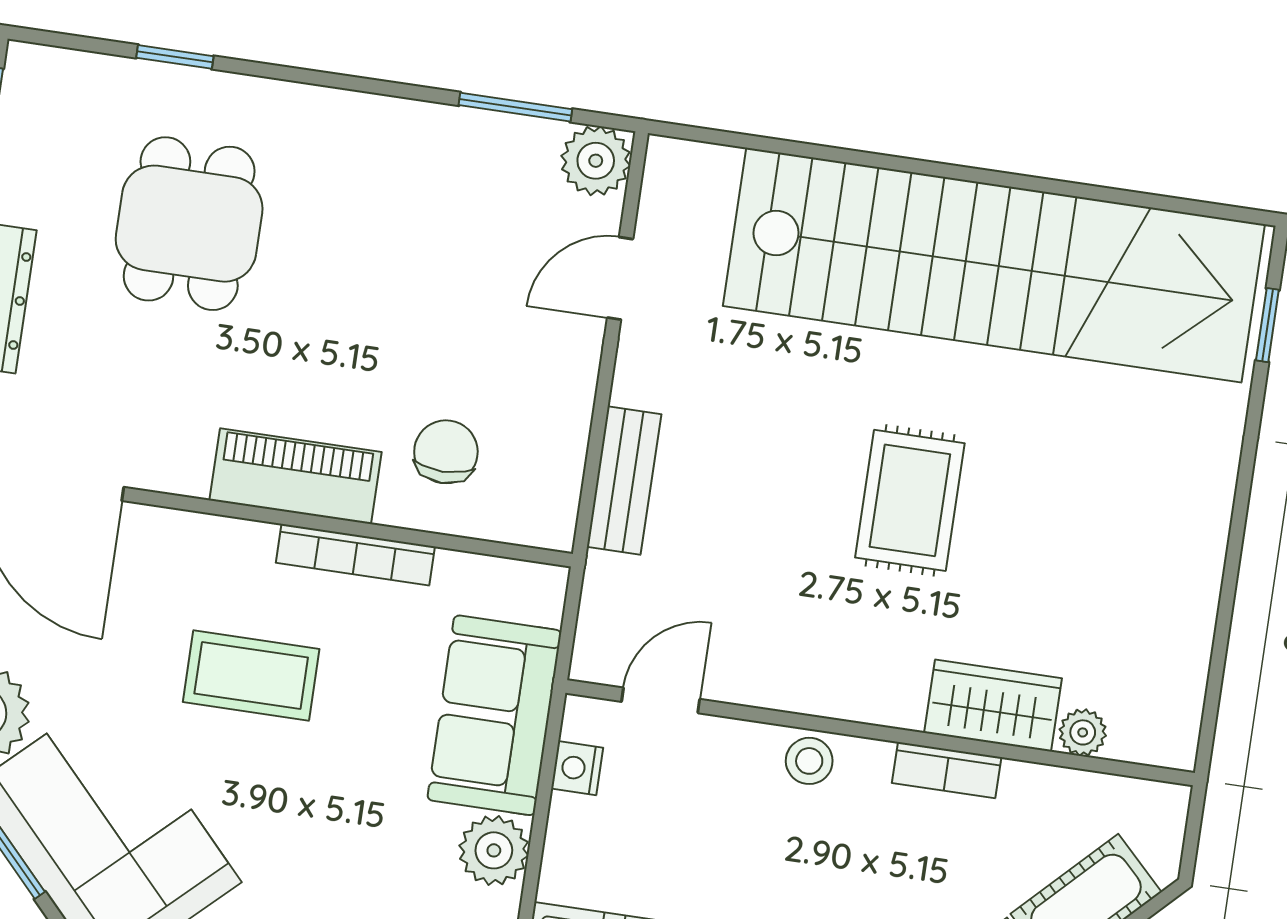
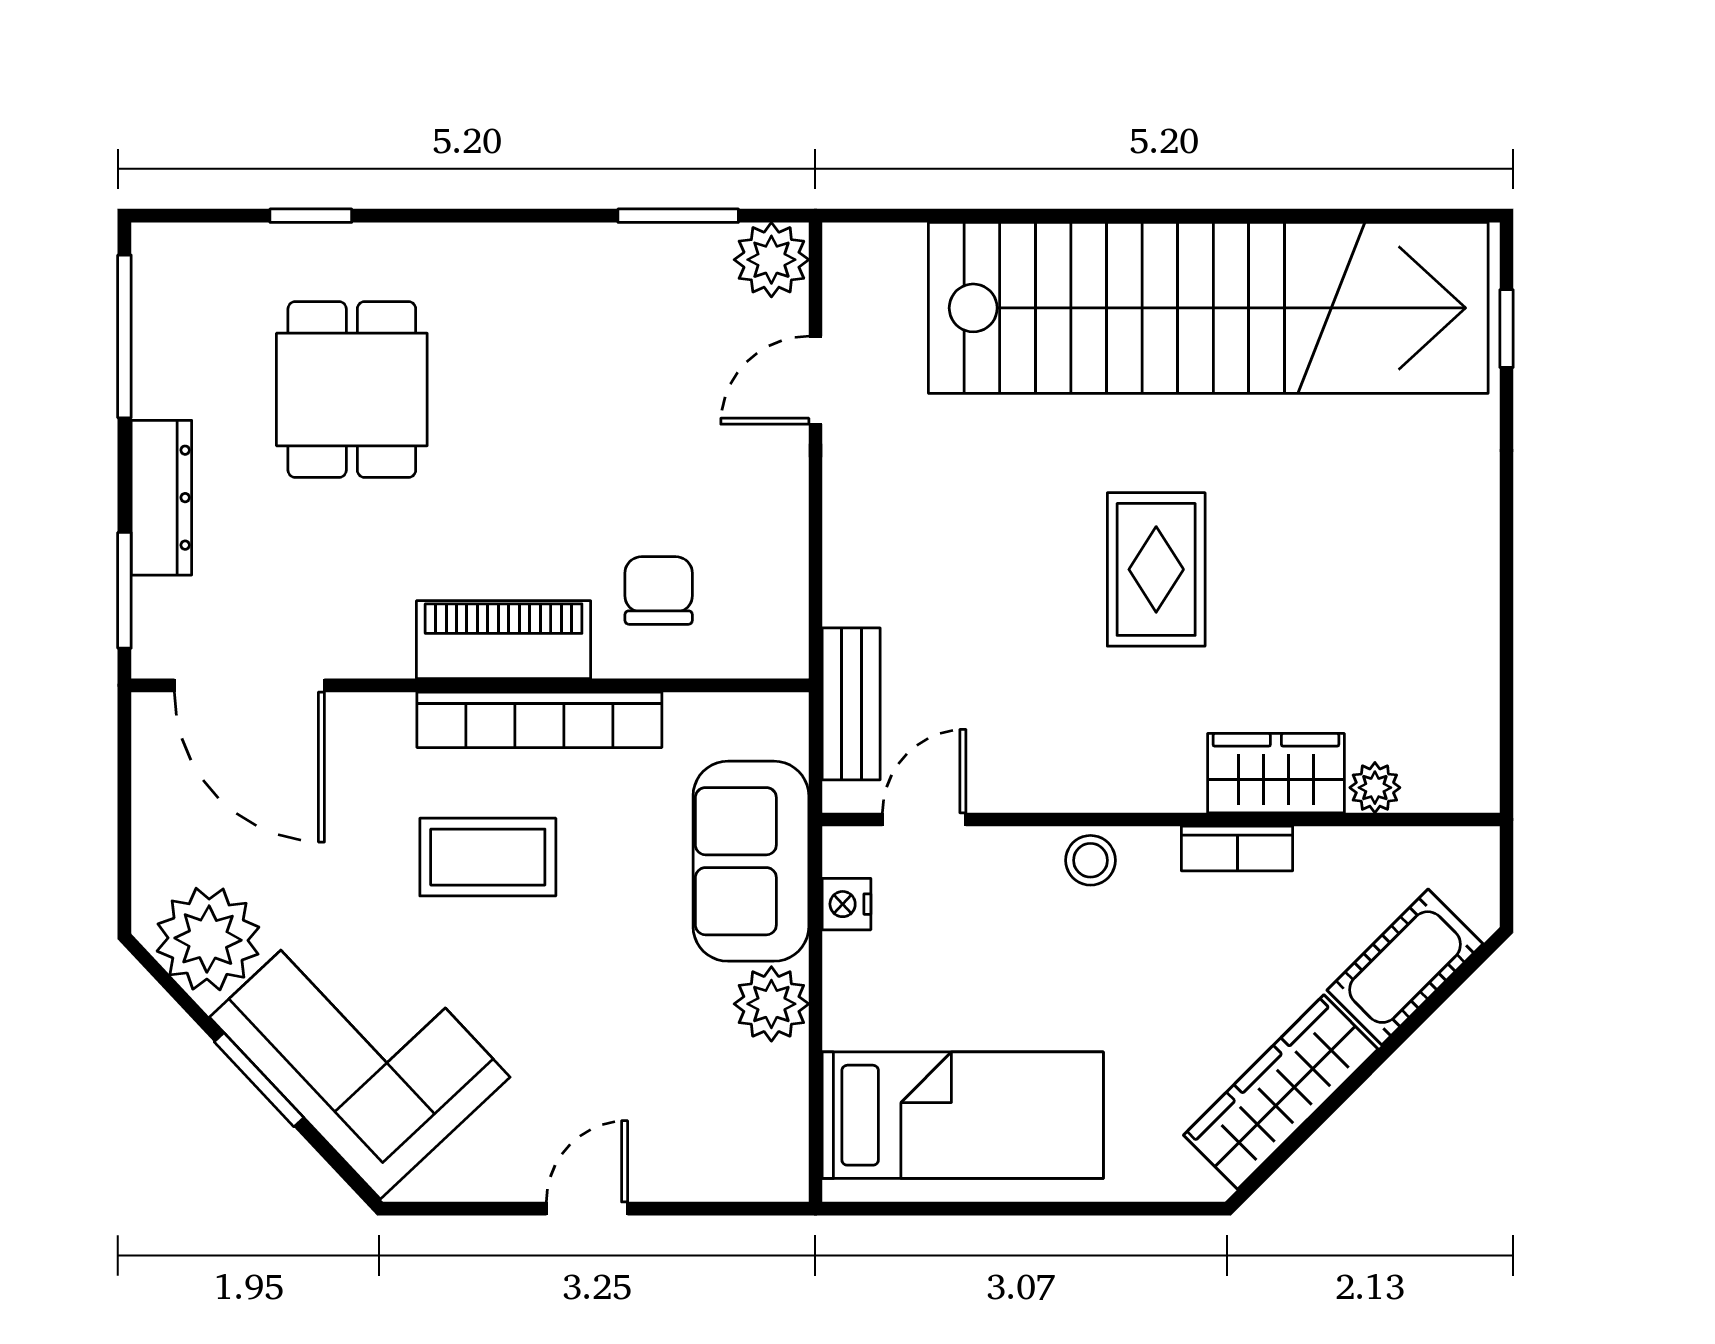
bench: (624, 480) -> (851, 704), moved
bookcase: (355, 555) -> (539, 720), width x1.48, depth x1.31

